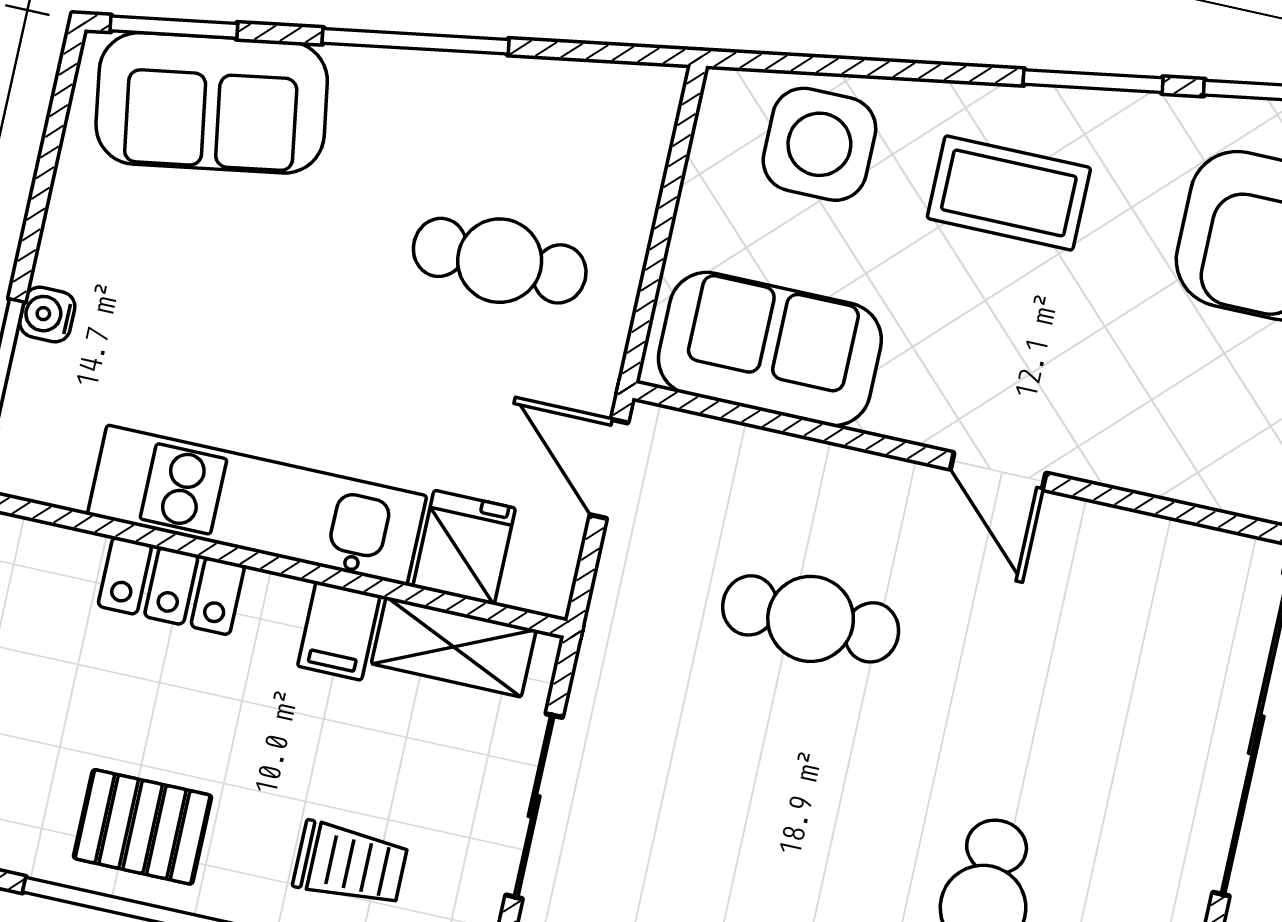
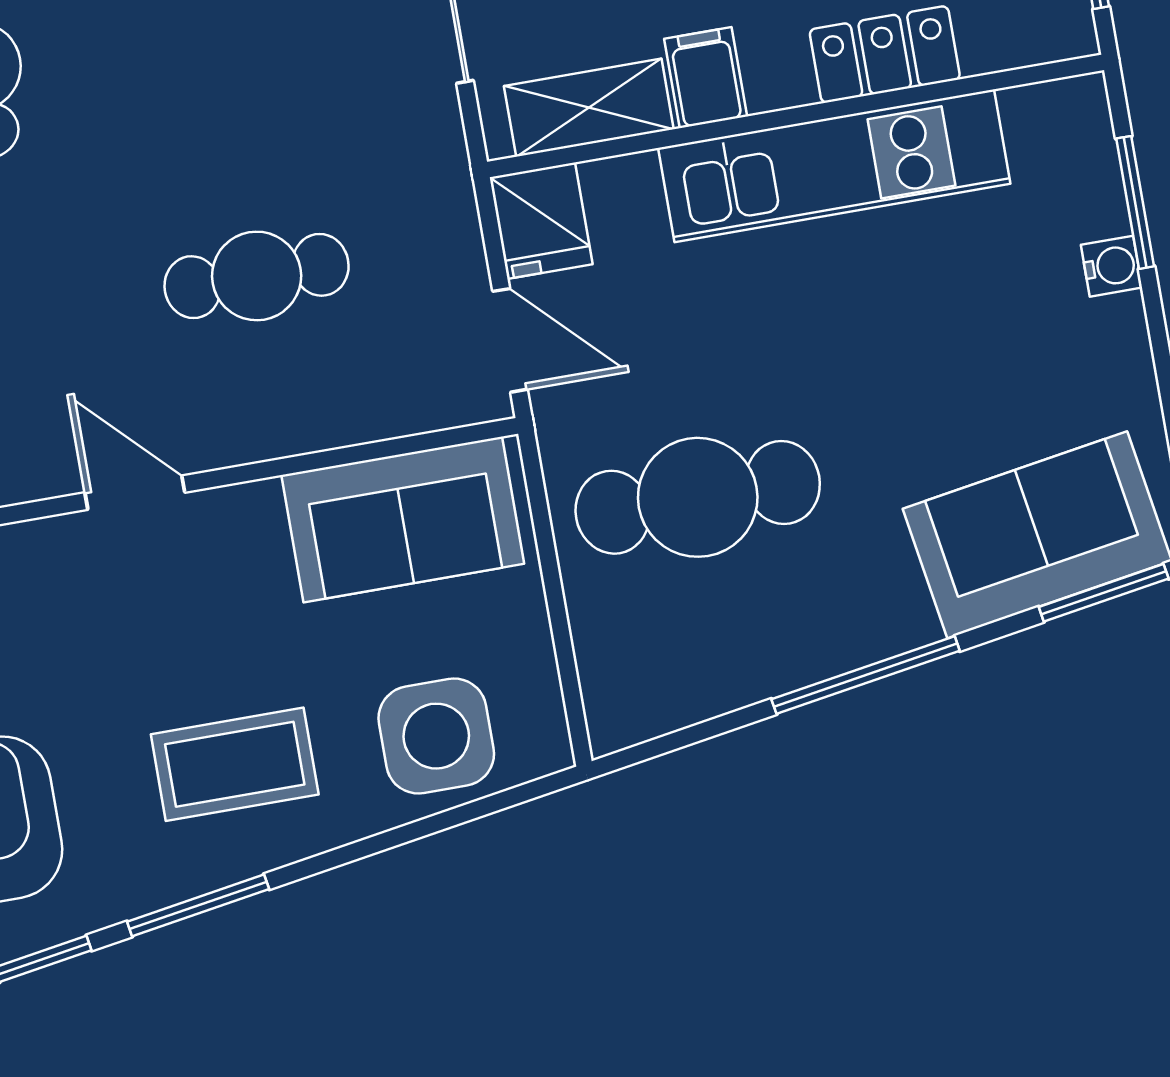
cafe table: (500, 261) -> (698, 497), width x1.37, depth x1.35
fridge: (464, 547) -> (541, 221), moved

